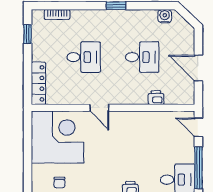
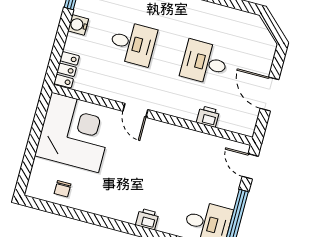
water cooler: (165, 16) -> (78, 25), moved, turned -90
desk: (142, 57) -> (204, 62), turned 180
locker: (38, 83) -> (67, 70), width x0.66

